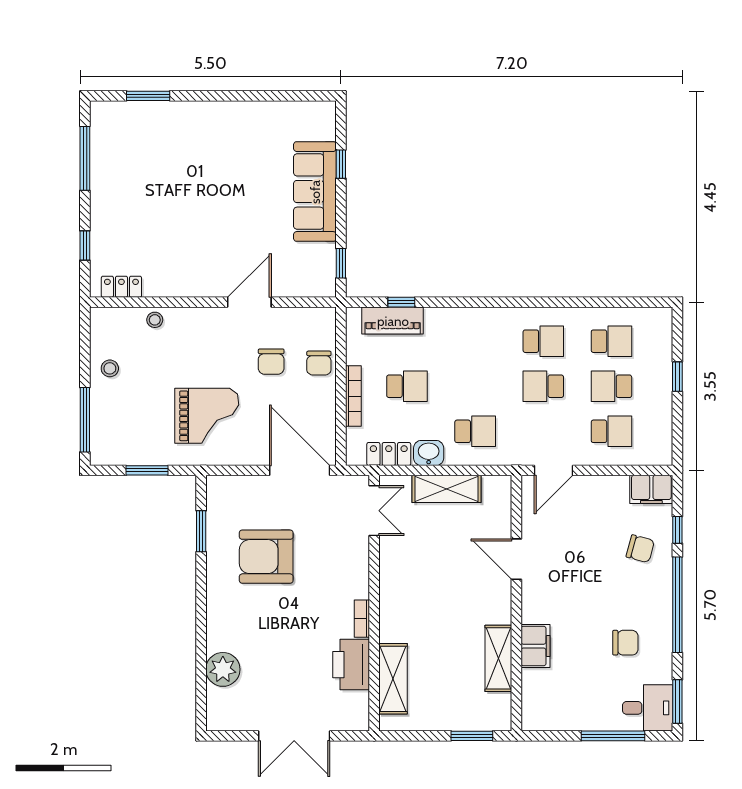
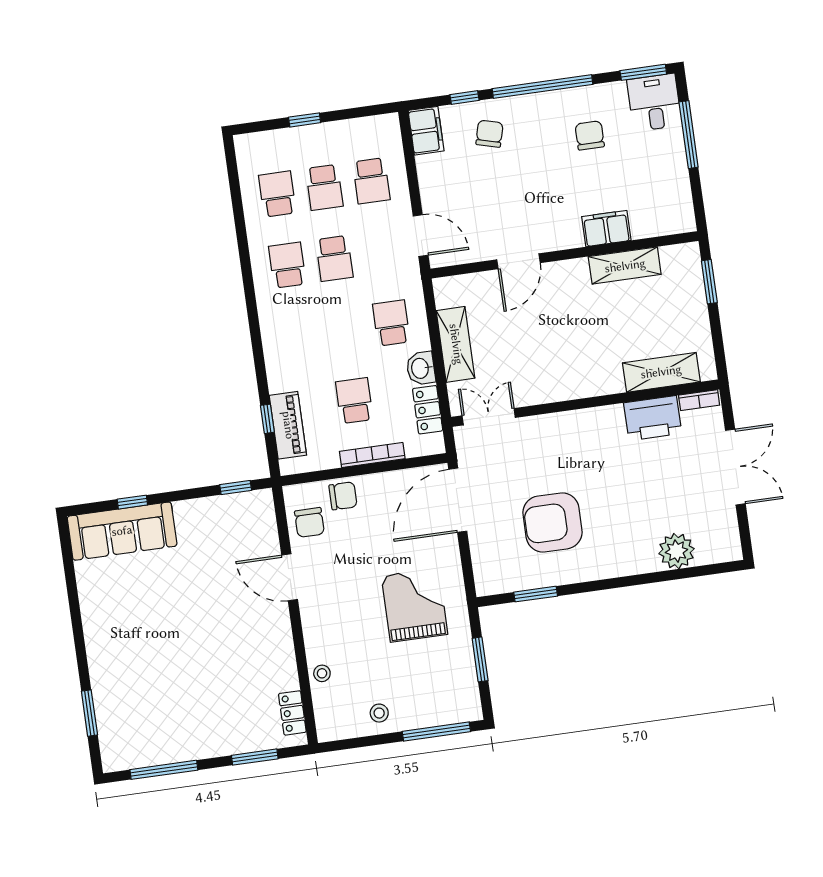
sofa: (315, 192) -> (122, 531), moved
window: (85, 246) -> (255, 757), width x1.50
chair: (271, 362) -> (309, 522), moved, turned 90
school desk: (611, 431) -> (371, 181), turned 180
armchair: (266, 557) -> (553, 522), turned 90
bookcase: (362, 619) -> (699, 400), moved

